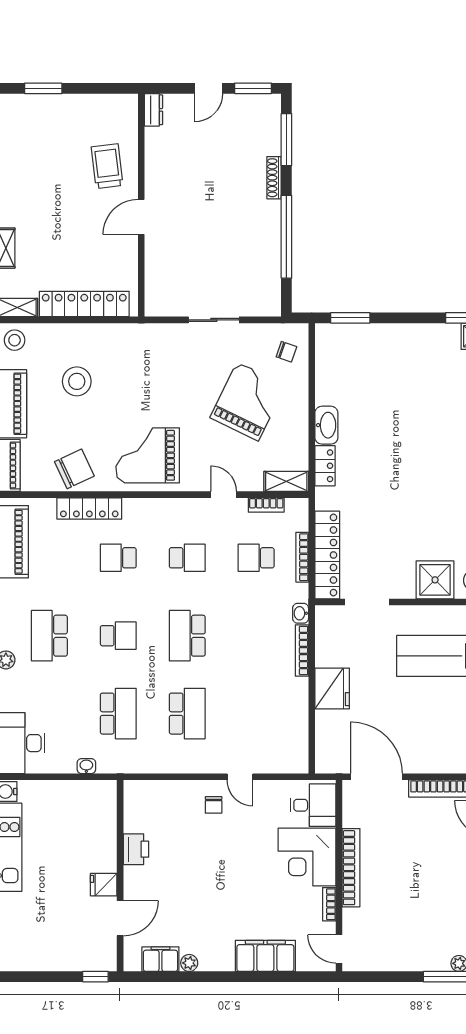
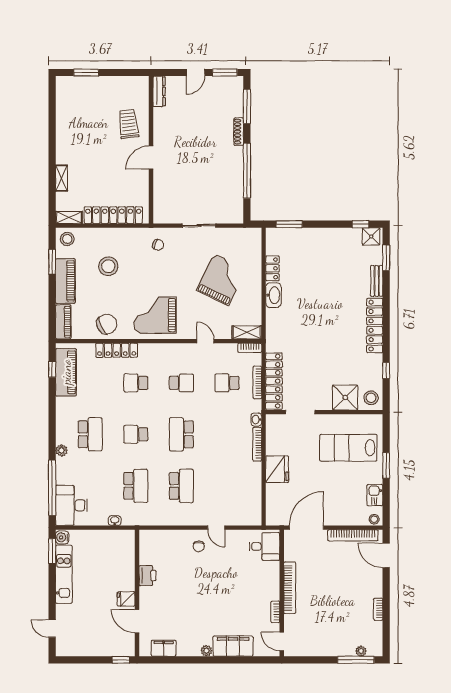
dresser: (153, 110) -> (159, 91), width x1.44
chair: (286, 352) -> (158, 245), moved
locker: (325, 466) -> (272, 268), moved
bookcase: (266, 505) -> (250, 348), moved
school desk: (49, 636) -> (90, 434), turned 180
school desk: (118, 636) -> (136, 434), turned 180
door: (377, 777) -> (306, 528), hinge flipped
corner desk: (307, 857) -> (261, 581), removed
door: (120, 918) -> (137, 621), swing flipped
plant: (189, 963) -> (206, 651), moved

